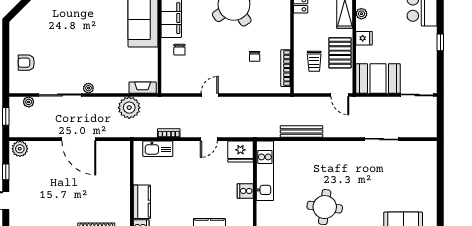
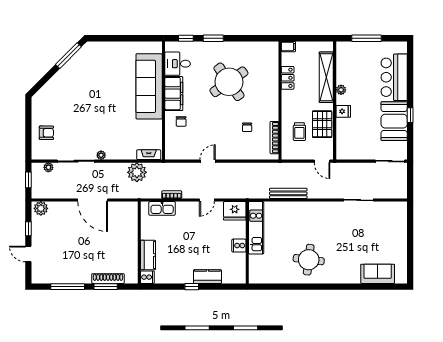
armchair: (26, 63) -> (46, 133), turned 180
booth: (378, 78) -> (394, 121), moved, turned 90

